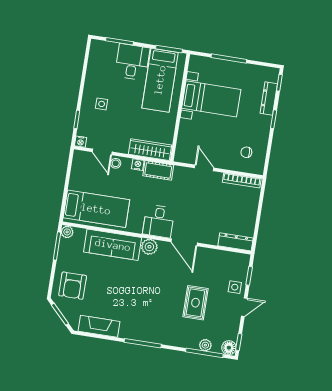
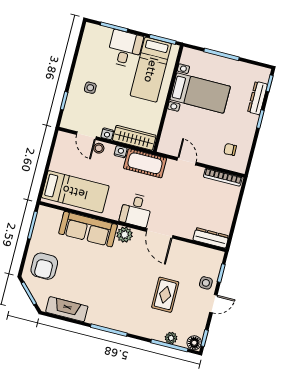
nightstand: (81, 142) -> (107, 134), moved
cot: (158, 170) -> (145, 163), width x1.37, depth x1.34
plant: (67, 232) -> (44, 212), removed

